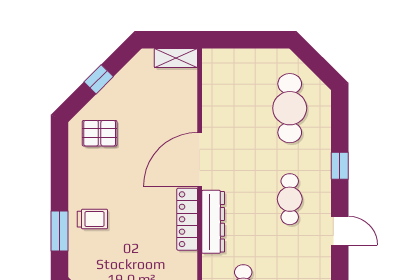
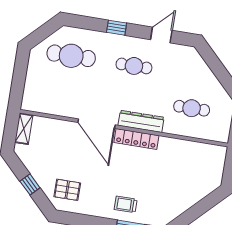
pallet: (100, 133) -> (67, 190), turned 90
trolley: (92, 219) -> (126, 204), turned -90

